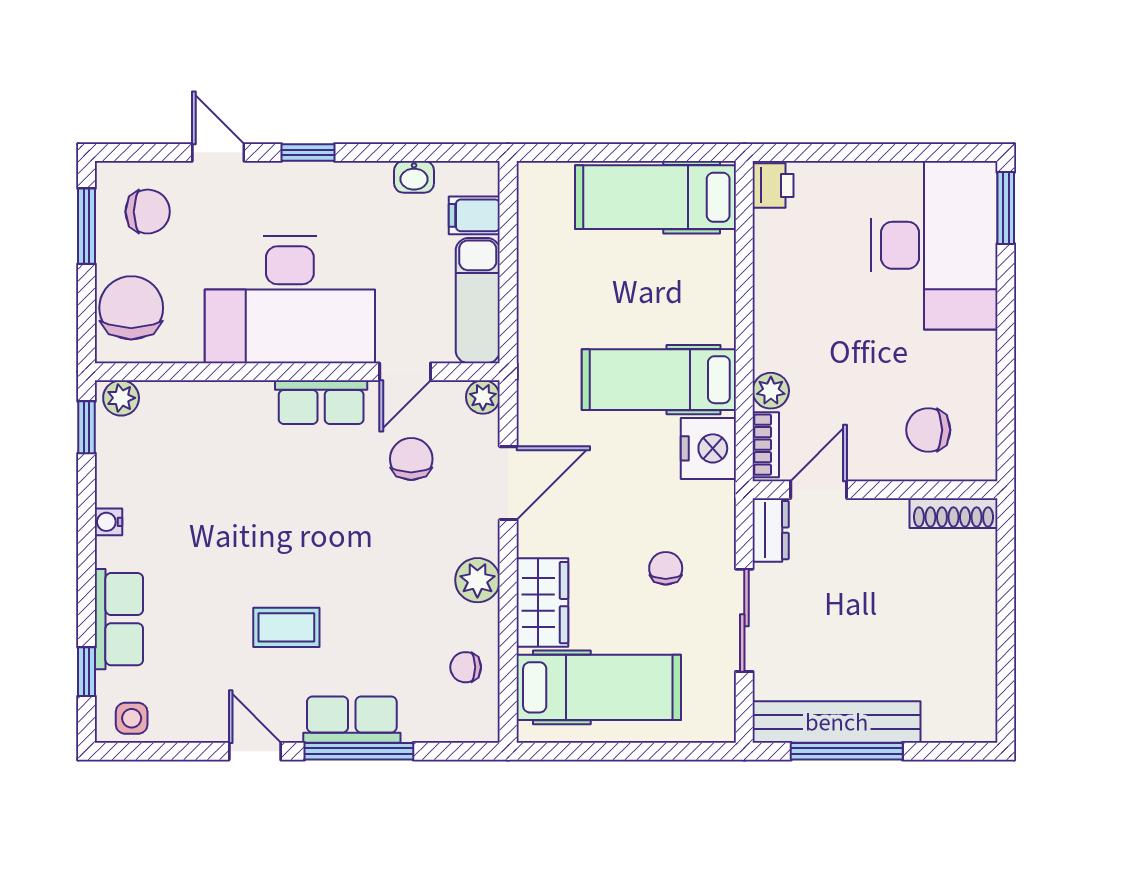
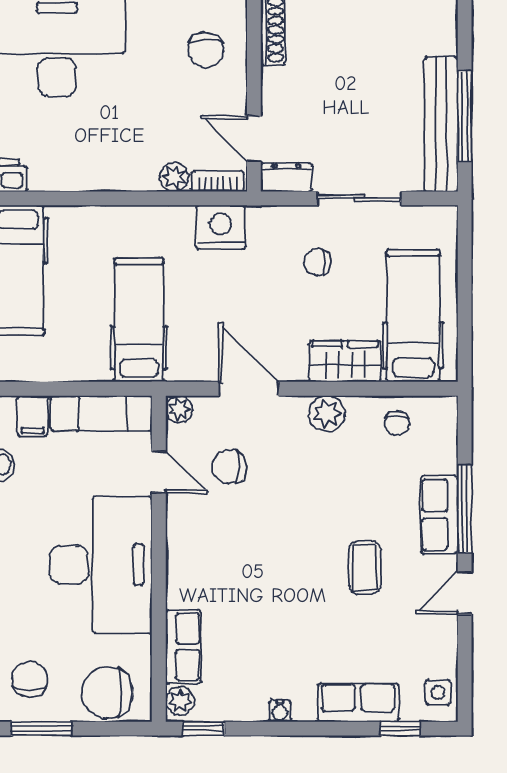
hospital bed: (659, 380) -> (139, 320), moved, turned 180
row of seats: (321, 402) -> (183, 647), moved

